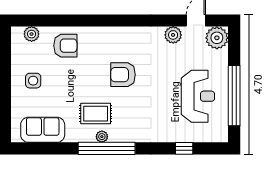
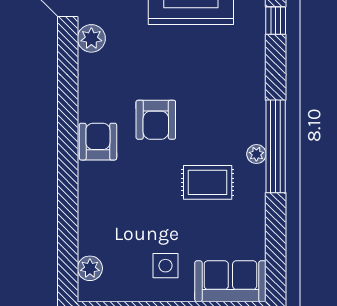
armchair: (65, 46) -> (98, 142), moved
rug: (96, 114) -> (208, 182), moved, turned 90
sofa: (43, 130) -> (230, 281), moved, turned 90

